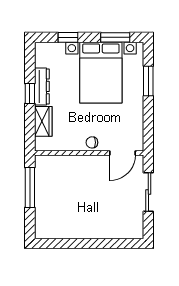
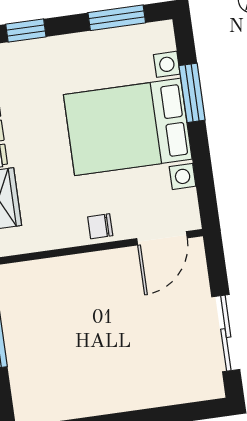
bed with nightstands: (101, 73) -> (128, 127), moved, turned 90
sliding door: (148, 192) -> (226, 333), moved

